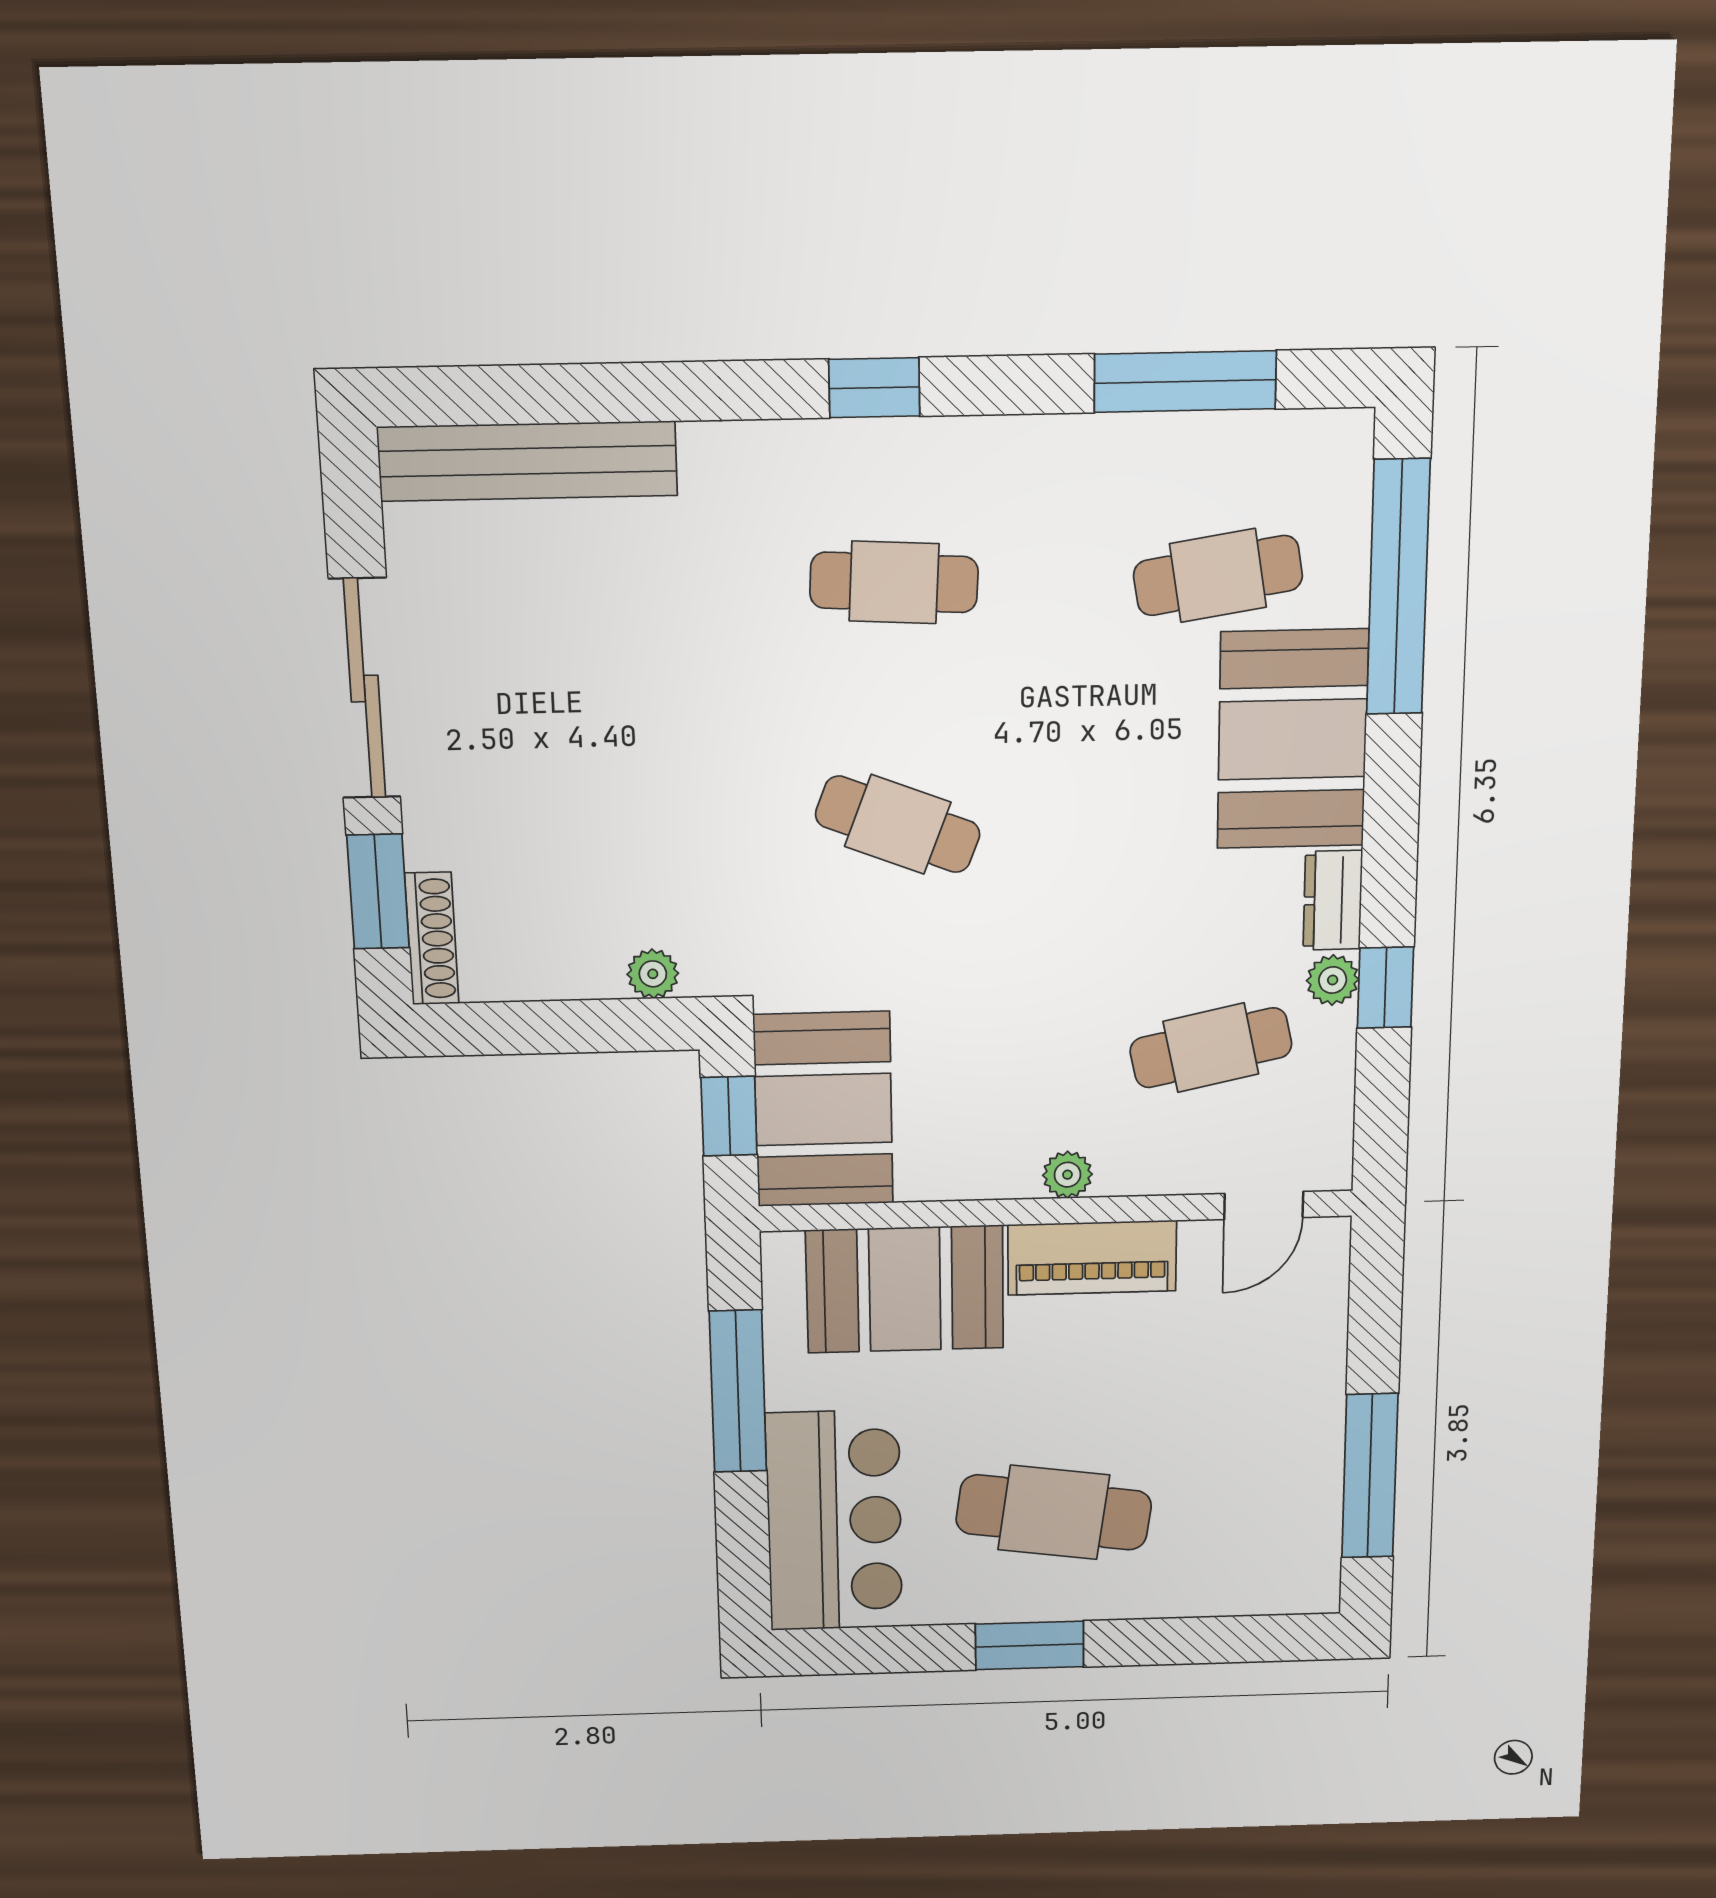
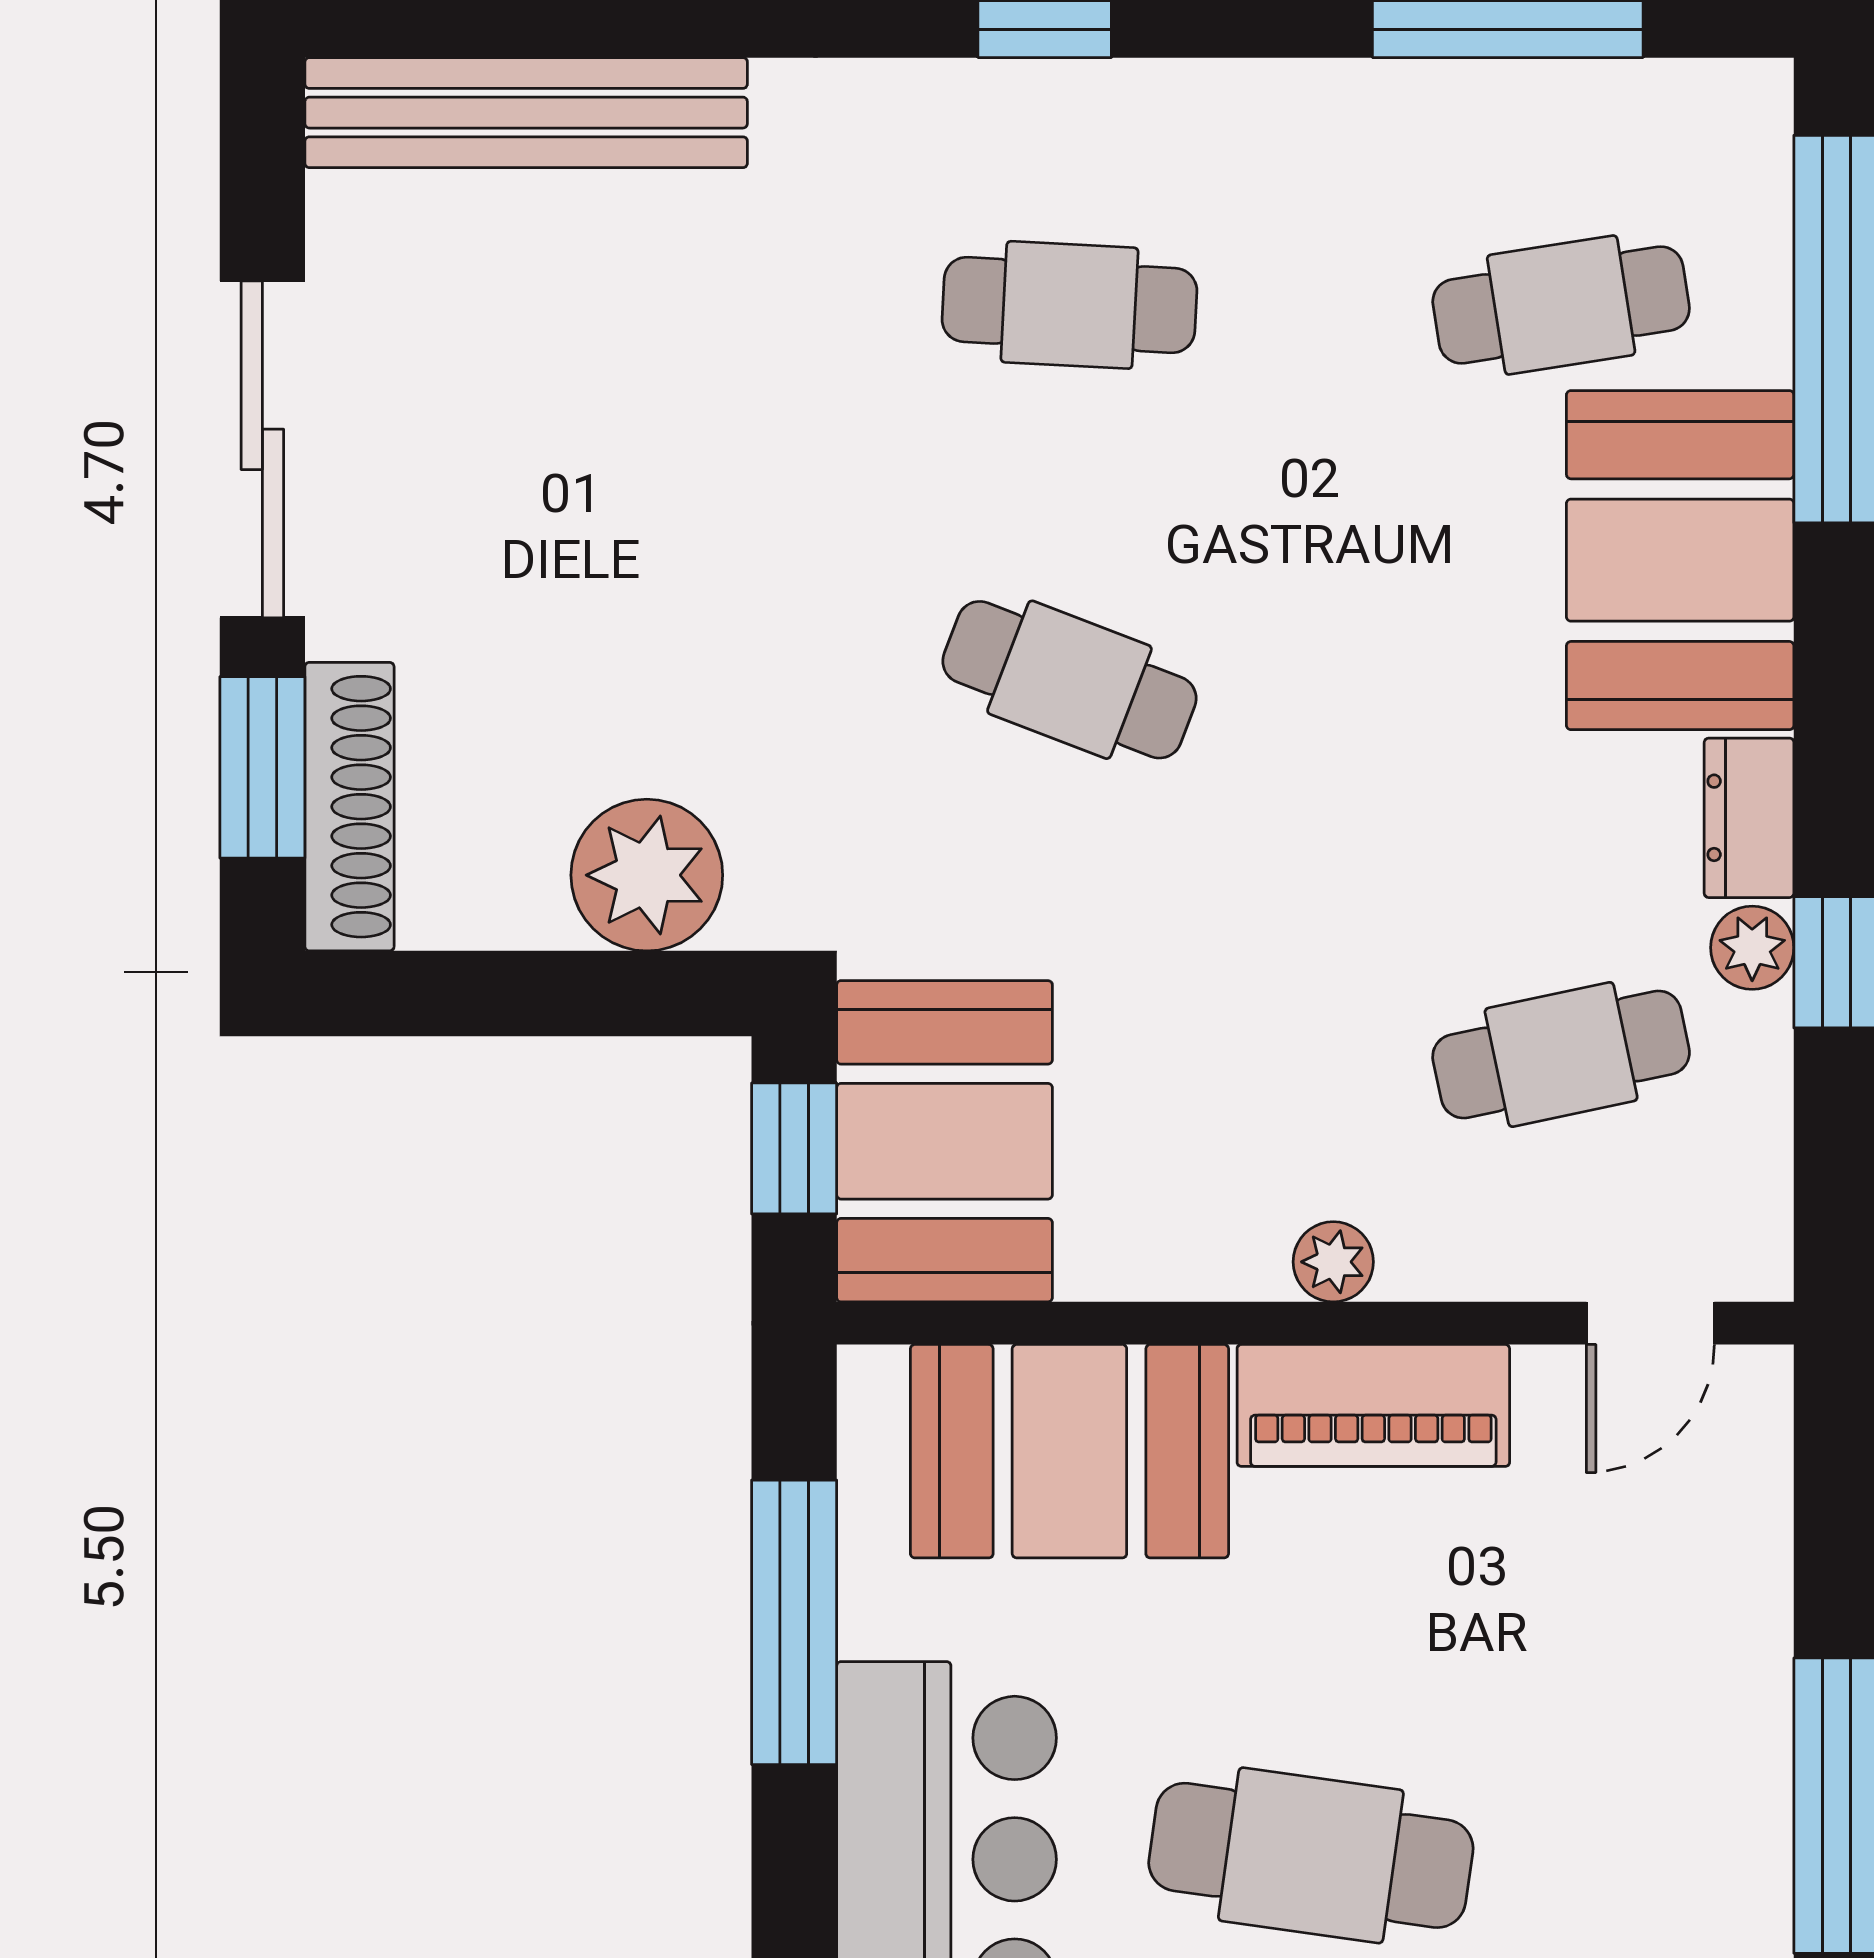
shoe rack: (432, 939) -> (349, 807), width x1.36, depth x1.24
plant: (653, 974) -> (647, 875), width x1.88, depth x1.88

